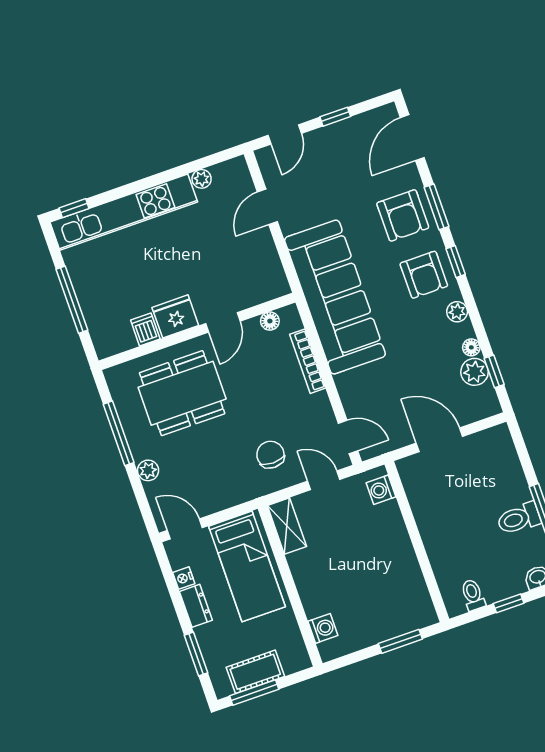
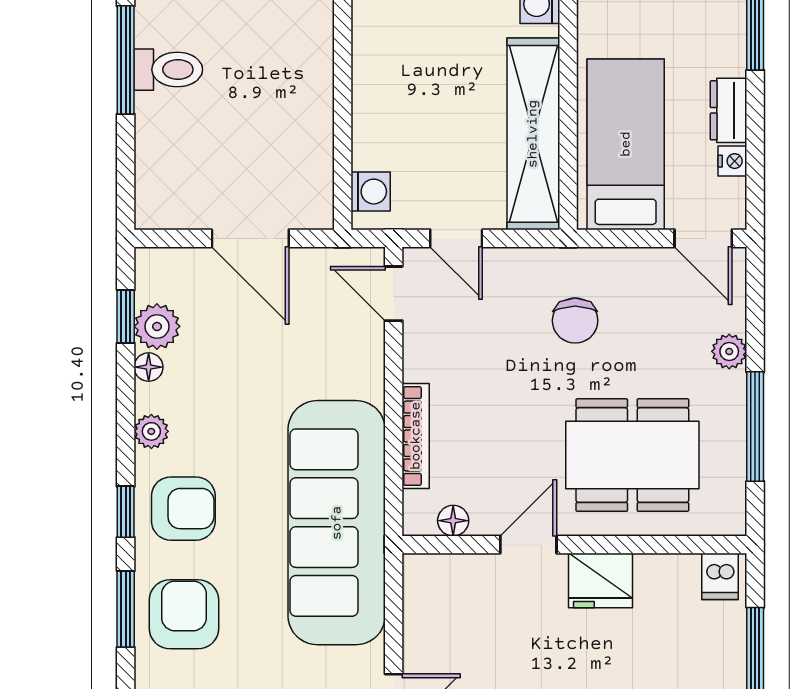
armchair: (424, 275) -> (183, 509), turned 90
dishwasher: (145, 329) -> (720, 576), moved
chair: (270, 455) -> (575, 321), moved
shelving: (287, 526) -> (533, 134), width x2.20, depth x1.33

